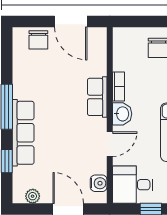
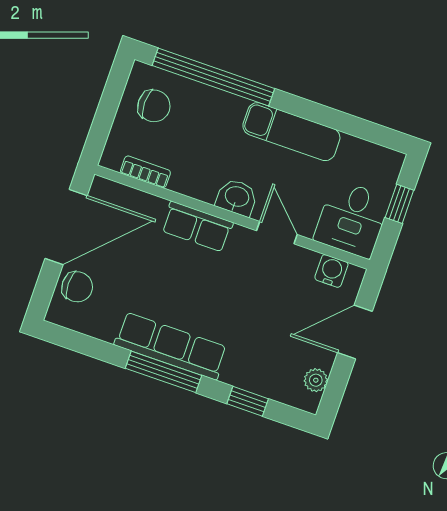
door: (71, 21) -> (66, 227), width x1.36
bookcase: (118, 87) -> (145, 172), moved
row of seats: (23, 133) -> (171, 346), moved

